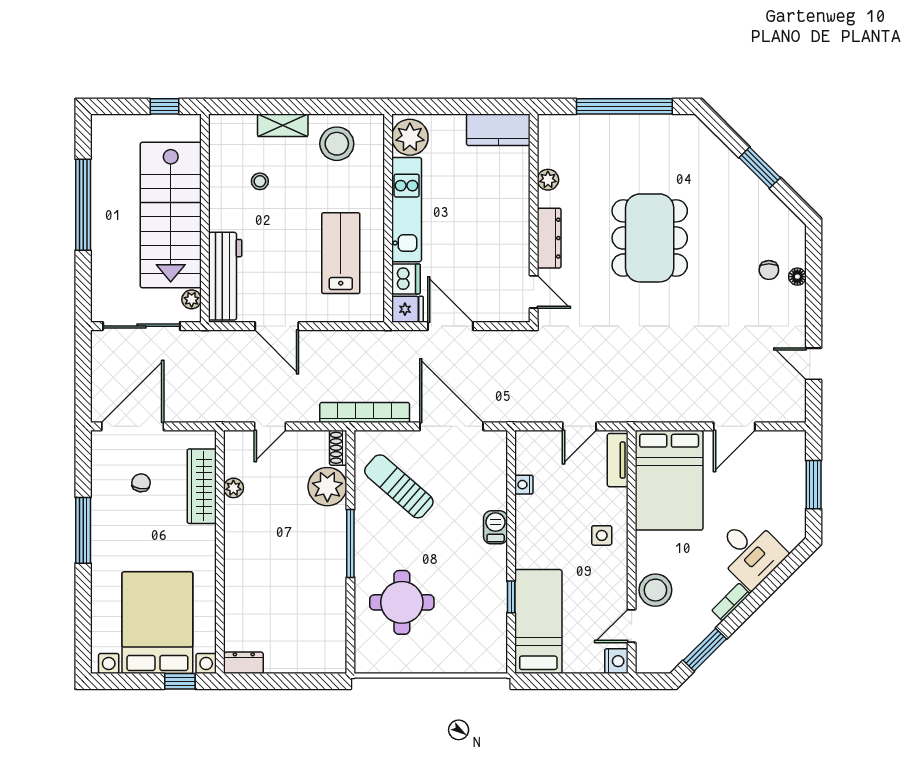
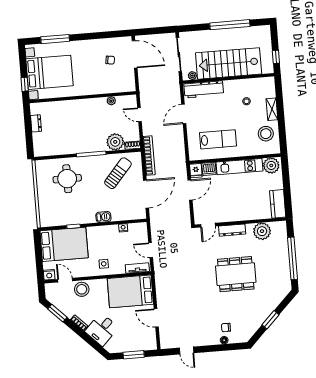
plant: (548, 180) -> (262, 231), width x1.87, depth x1.87
door: (814, 364) -> (187, 350), swing flipped
wardrobe: (202, 486) -> (111, 87), removed
window: (83, 530) -> (55, 39), moved
bed: (538, 622) -> (64, 244), width x1.50
dresser: (244, 663) -> (36, 123), moved

